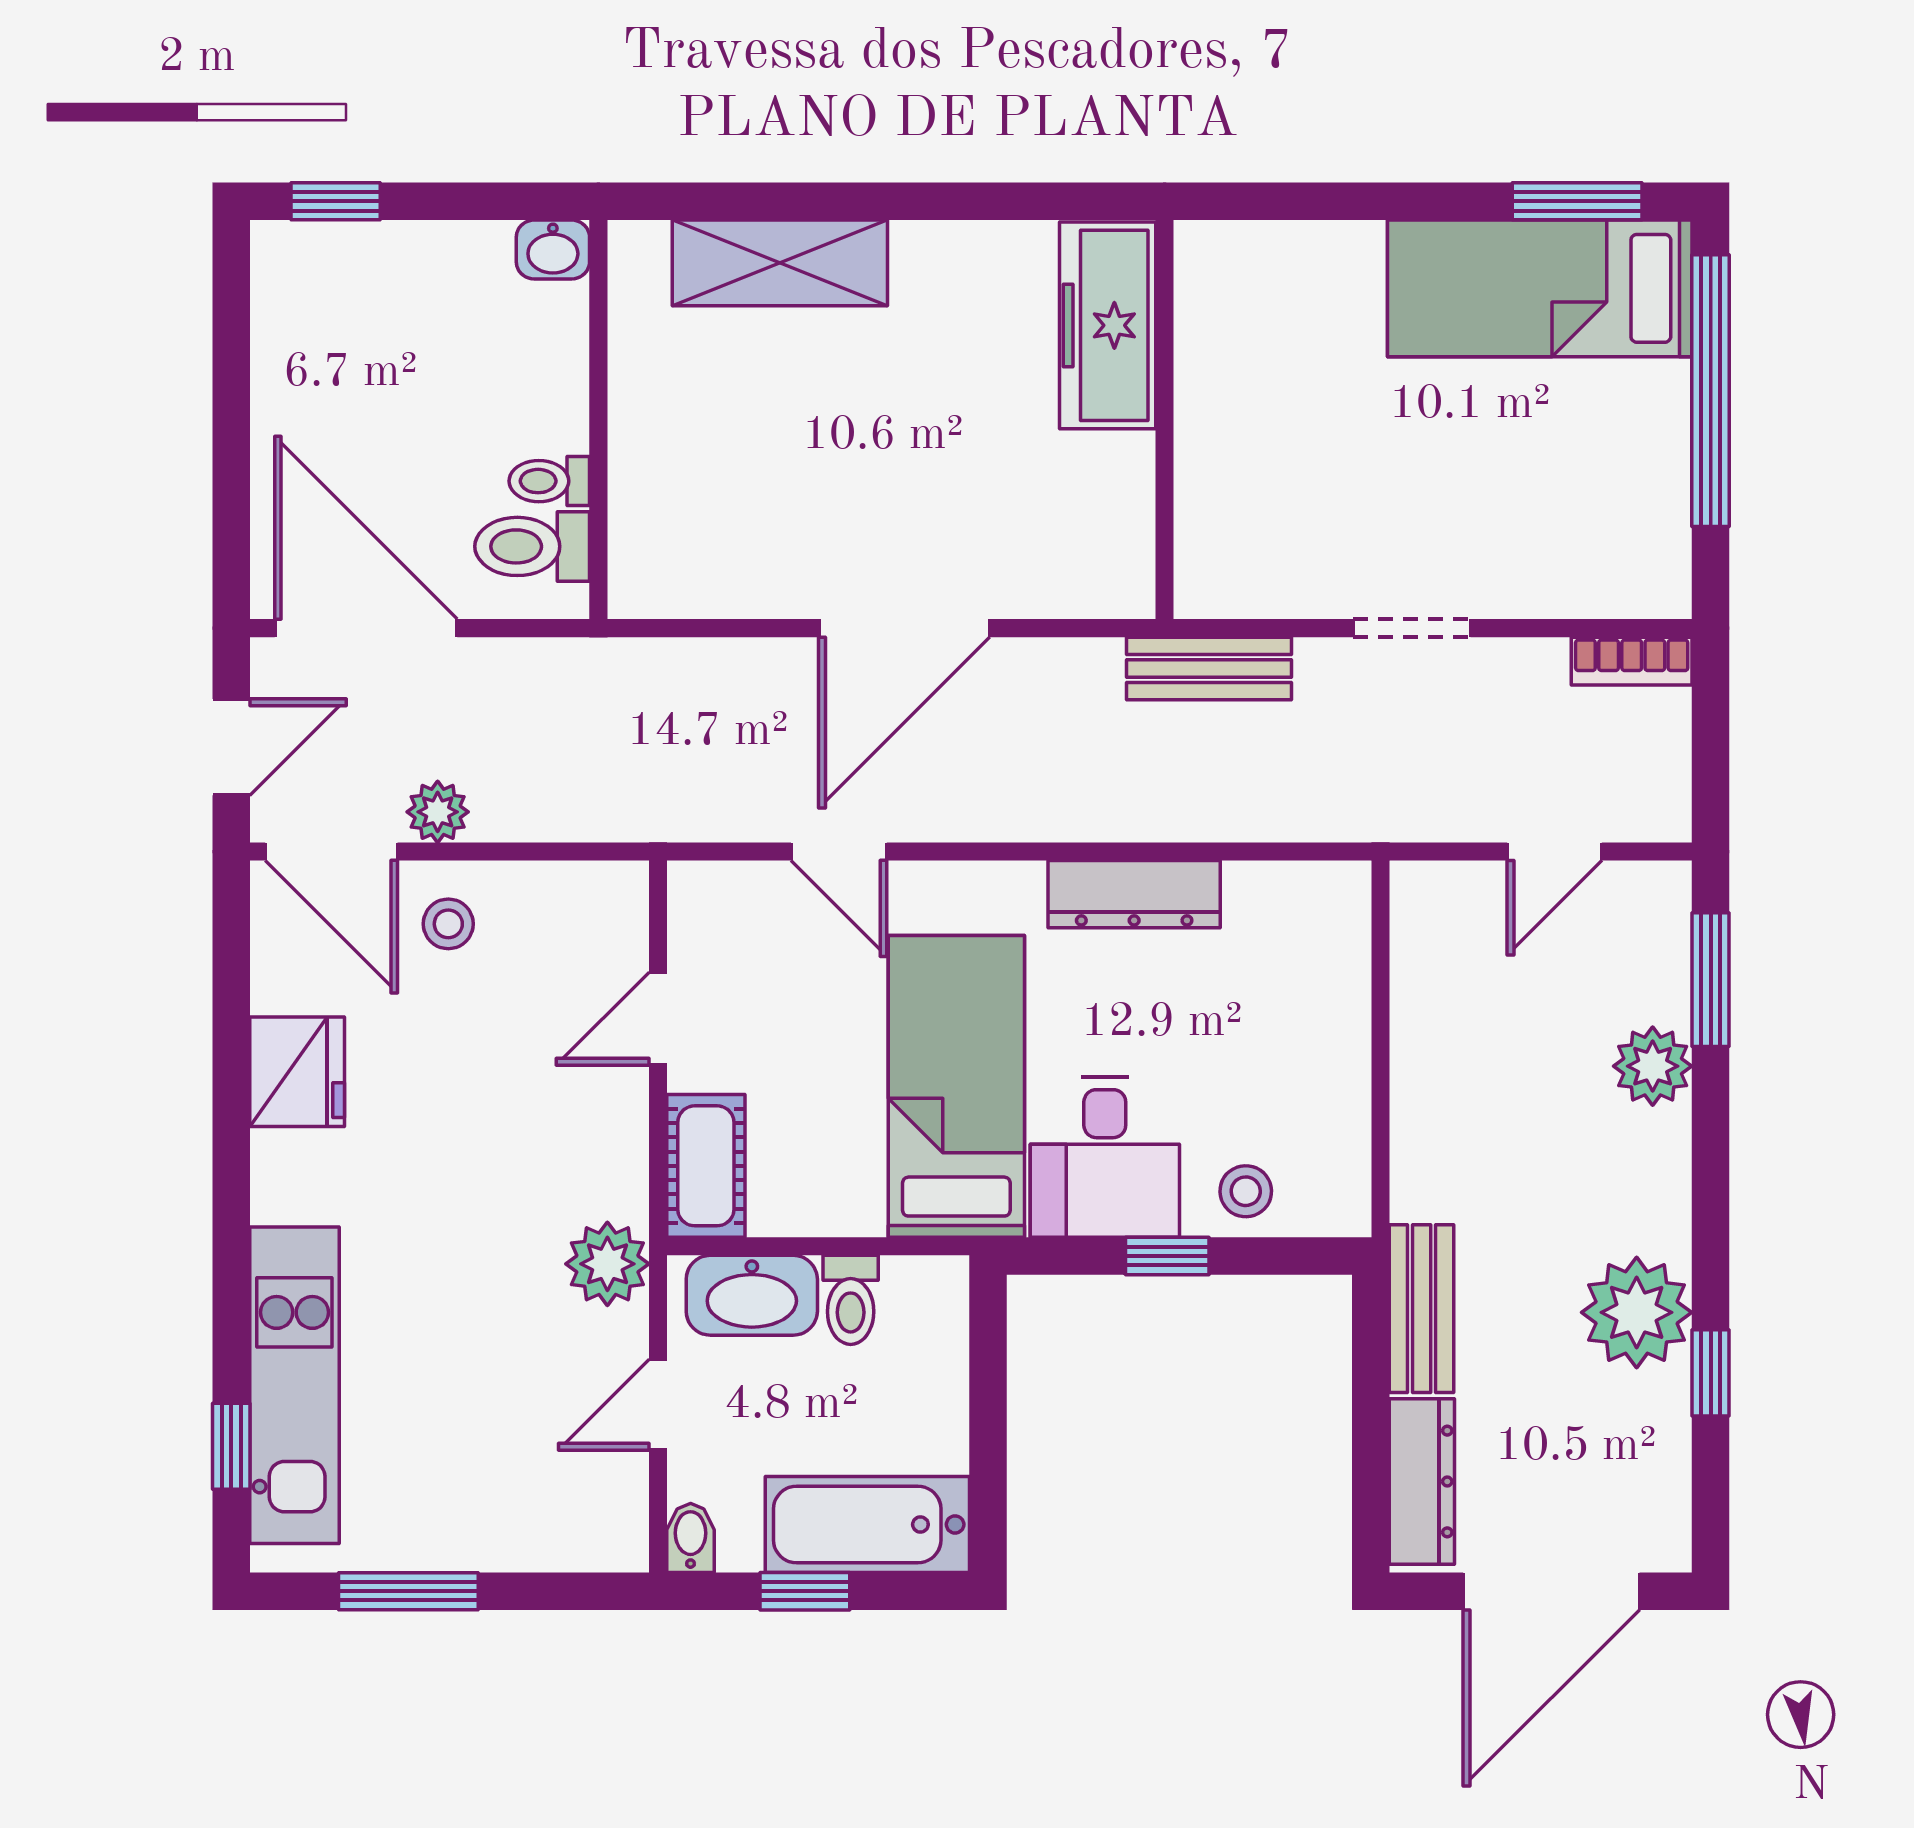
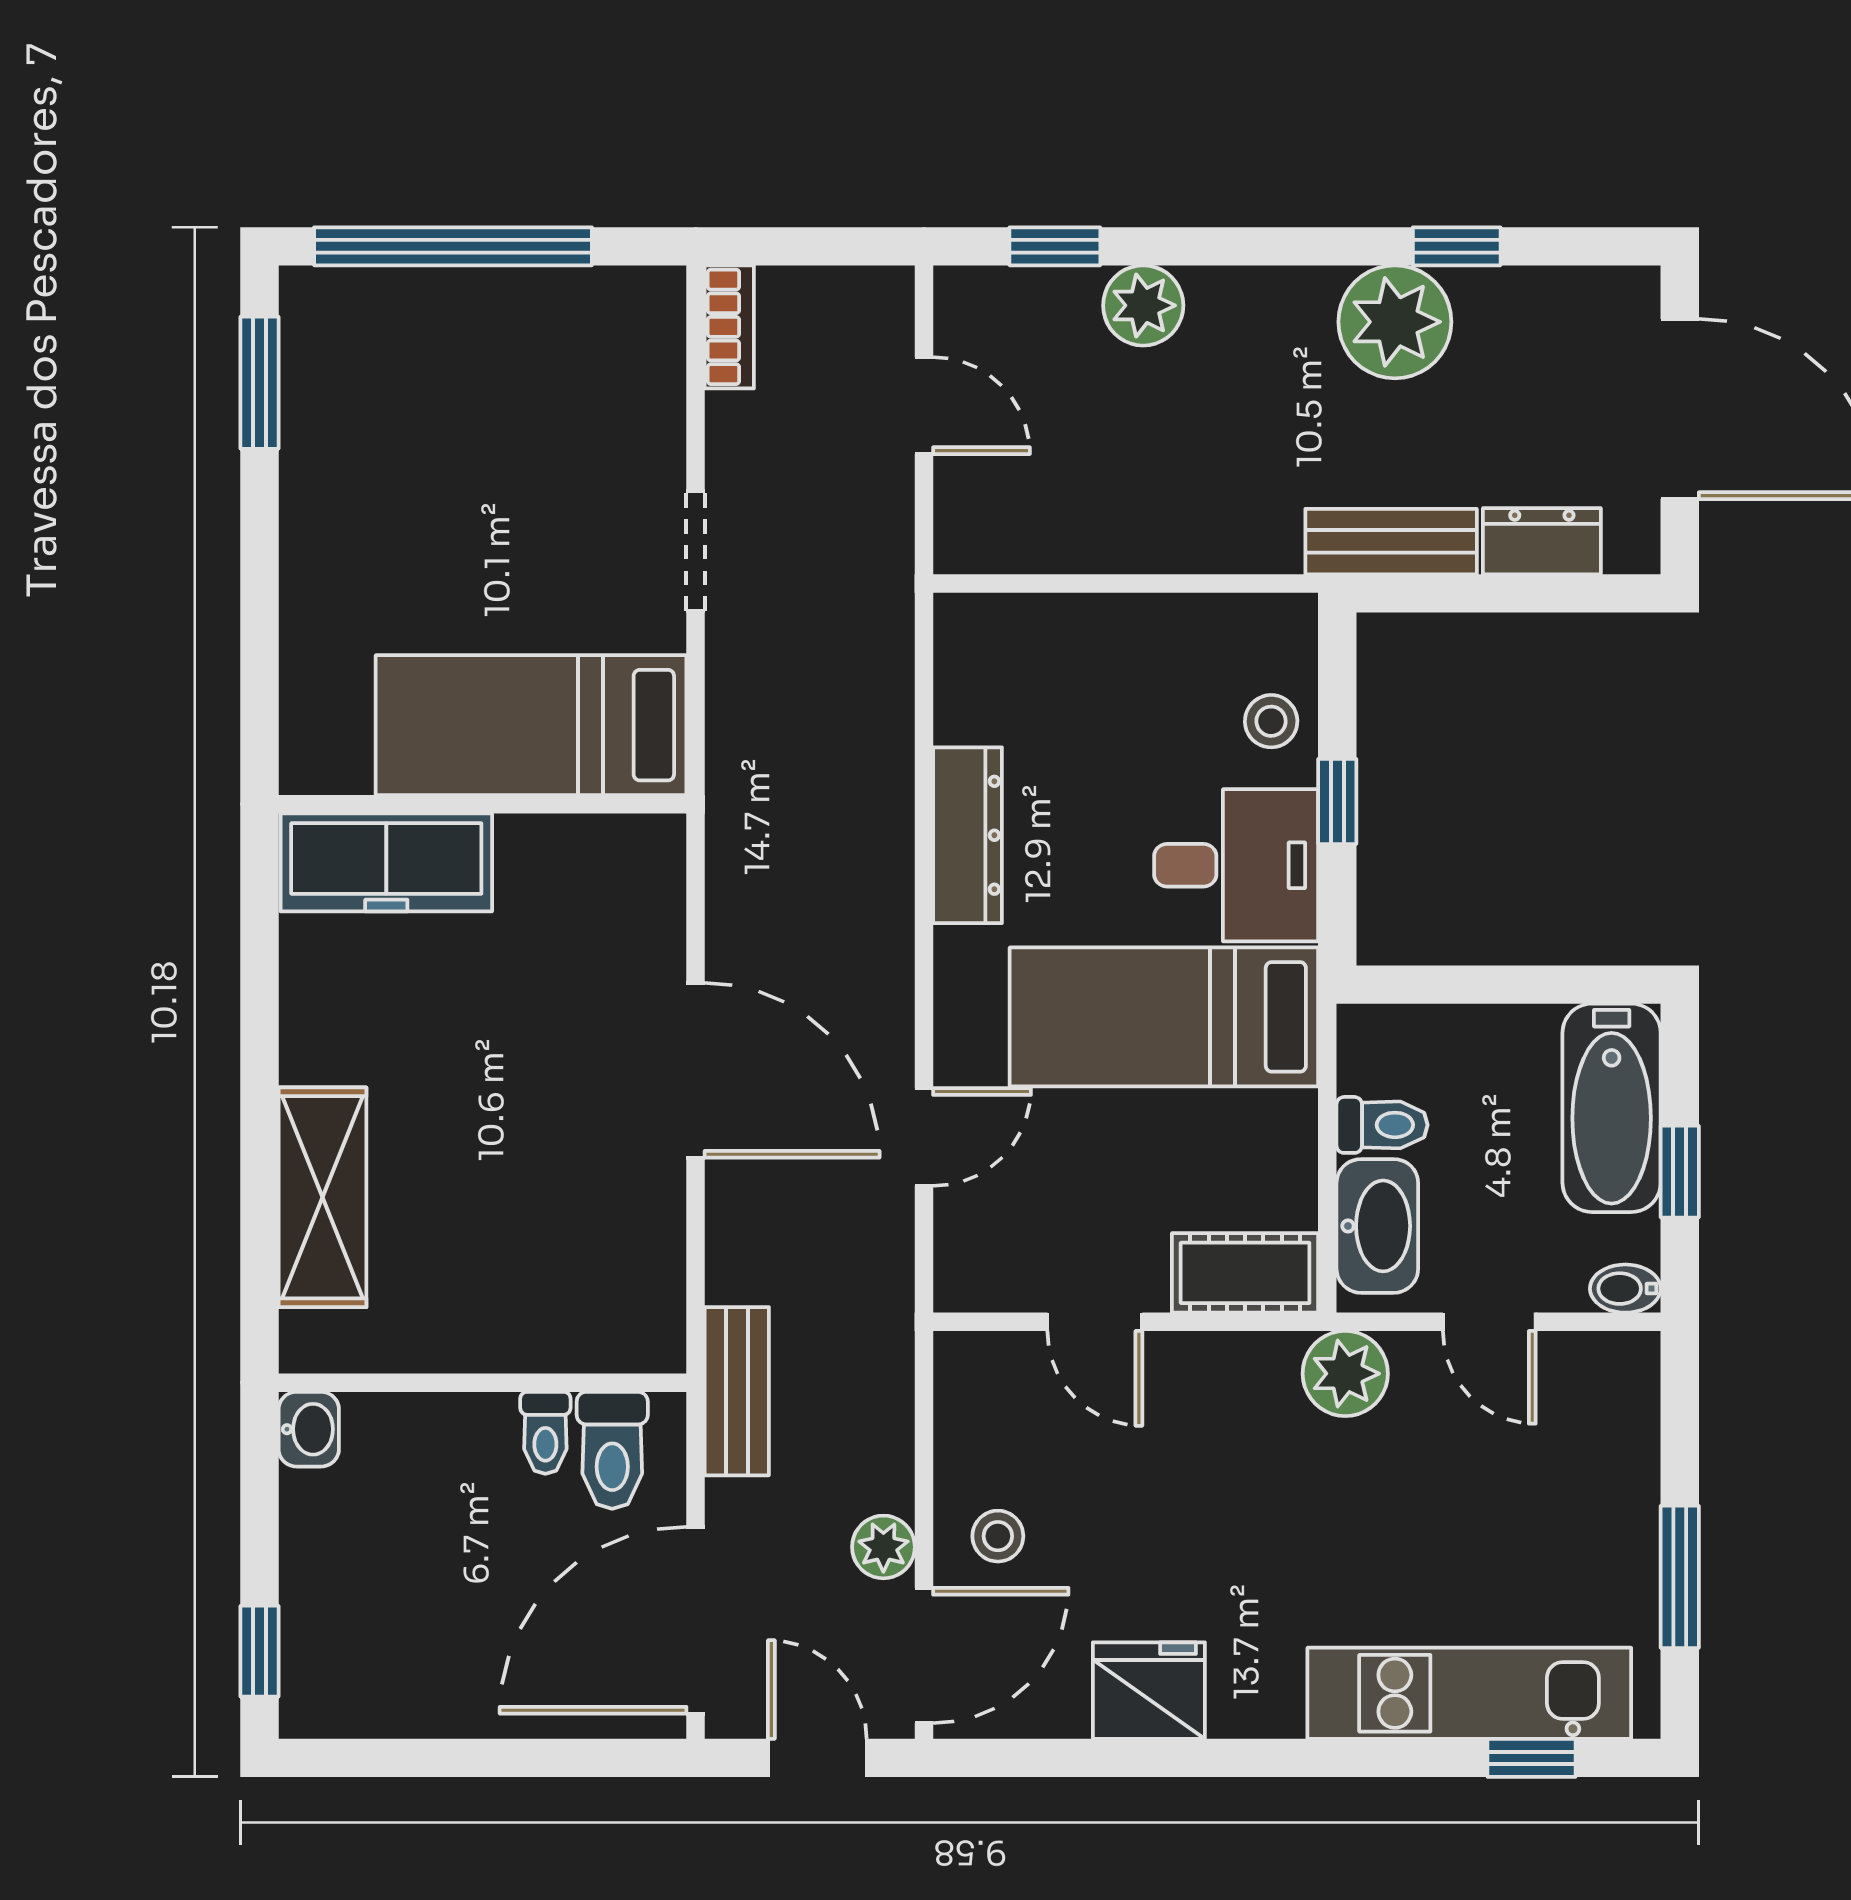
bed: (1540, 288) -> (531, 725), moved, turned 90
bench: (1209, 668) -> (737, 1391), moved
window: (1711, 980) -> (1055, 246), width x0.67
dresser: (1422, 1481) -> (1542, 541), width x0.70

